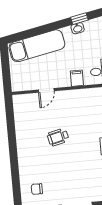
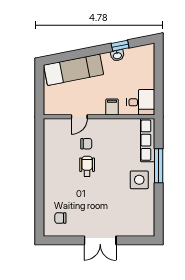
chair: (55, 116) -> (86, 144), added
wheelchair: (58, 137) -> (87, 166), turned 103

